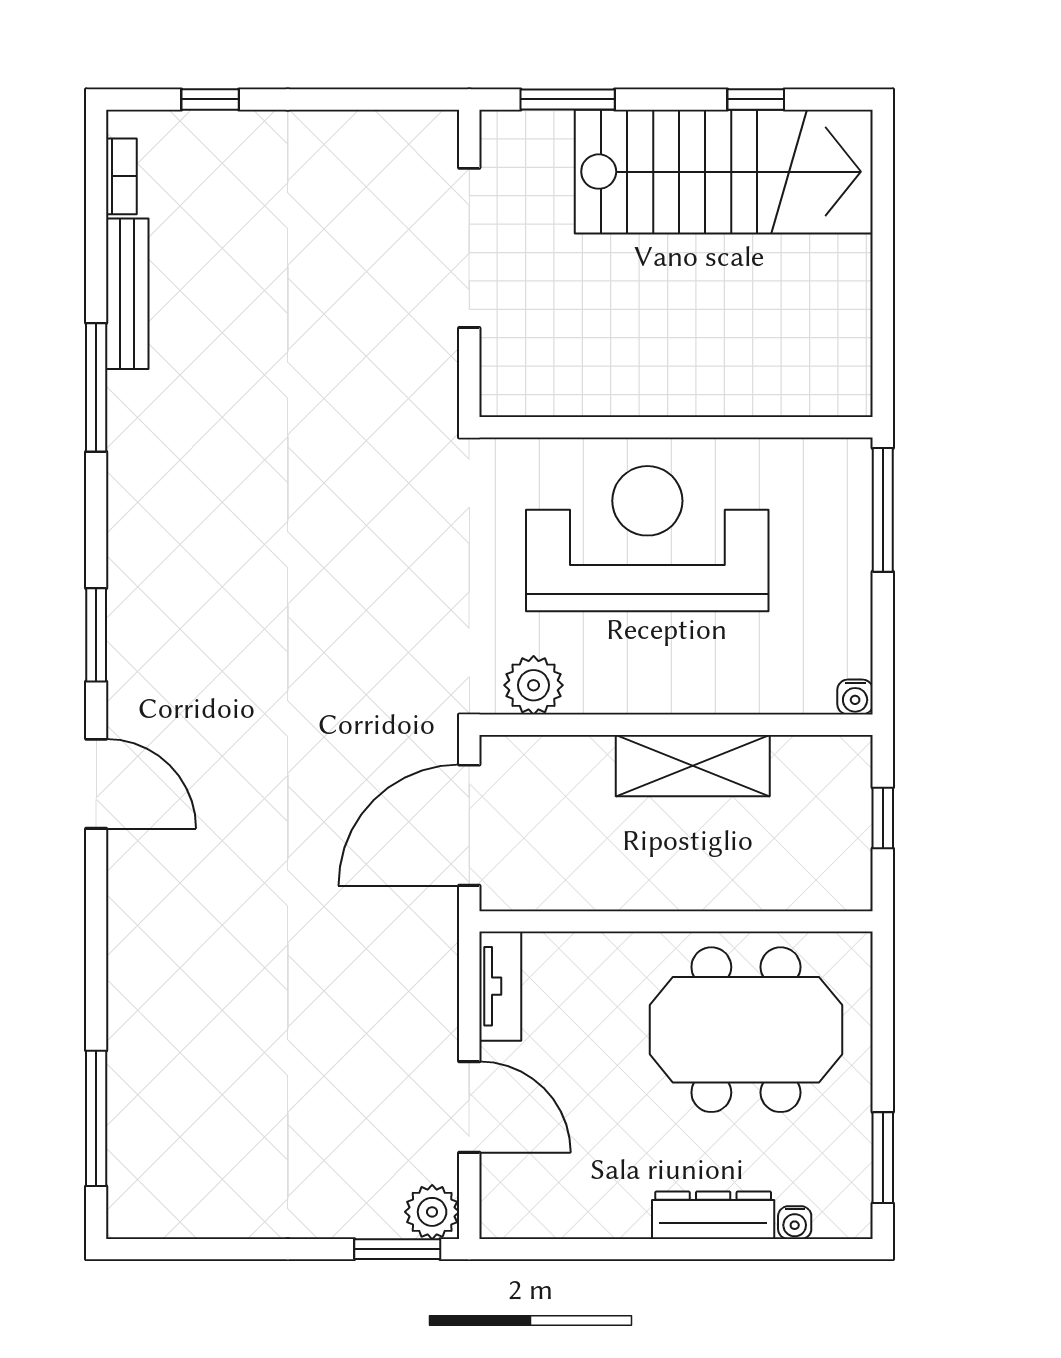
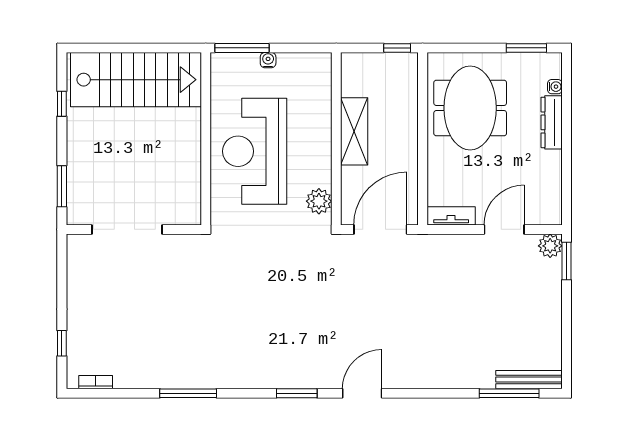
stairs: (724, 172) -> (136, 80), moved, turned 90
bench: (127, 294) -> (529, 380), moved
water cooler: (855, 697) -> (268, 60), moved, turned -90
window: (883, 818) -> (397, 48), moved
door: (469, 825) -> (380, 229), swing flipped

